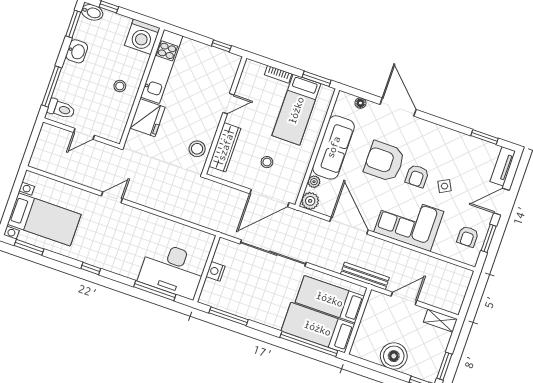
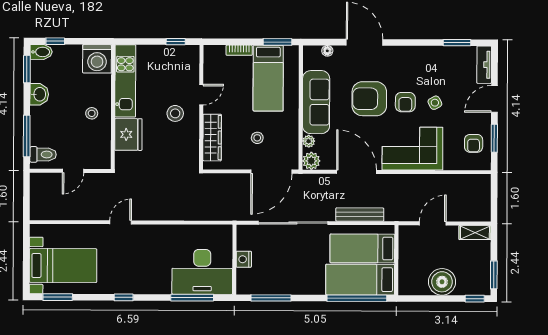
stool: (197, 149) -> (175, 113), moved
bench: (365, 276) -> (360, 215), moved

